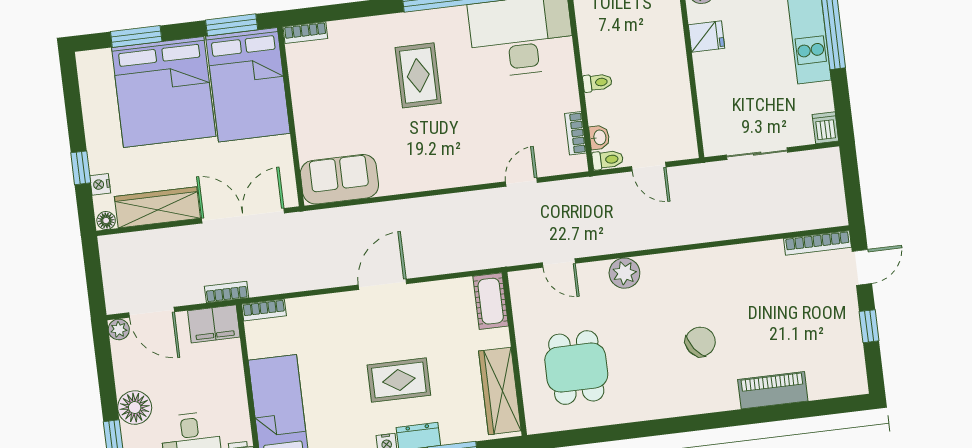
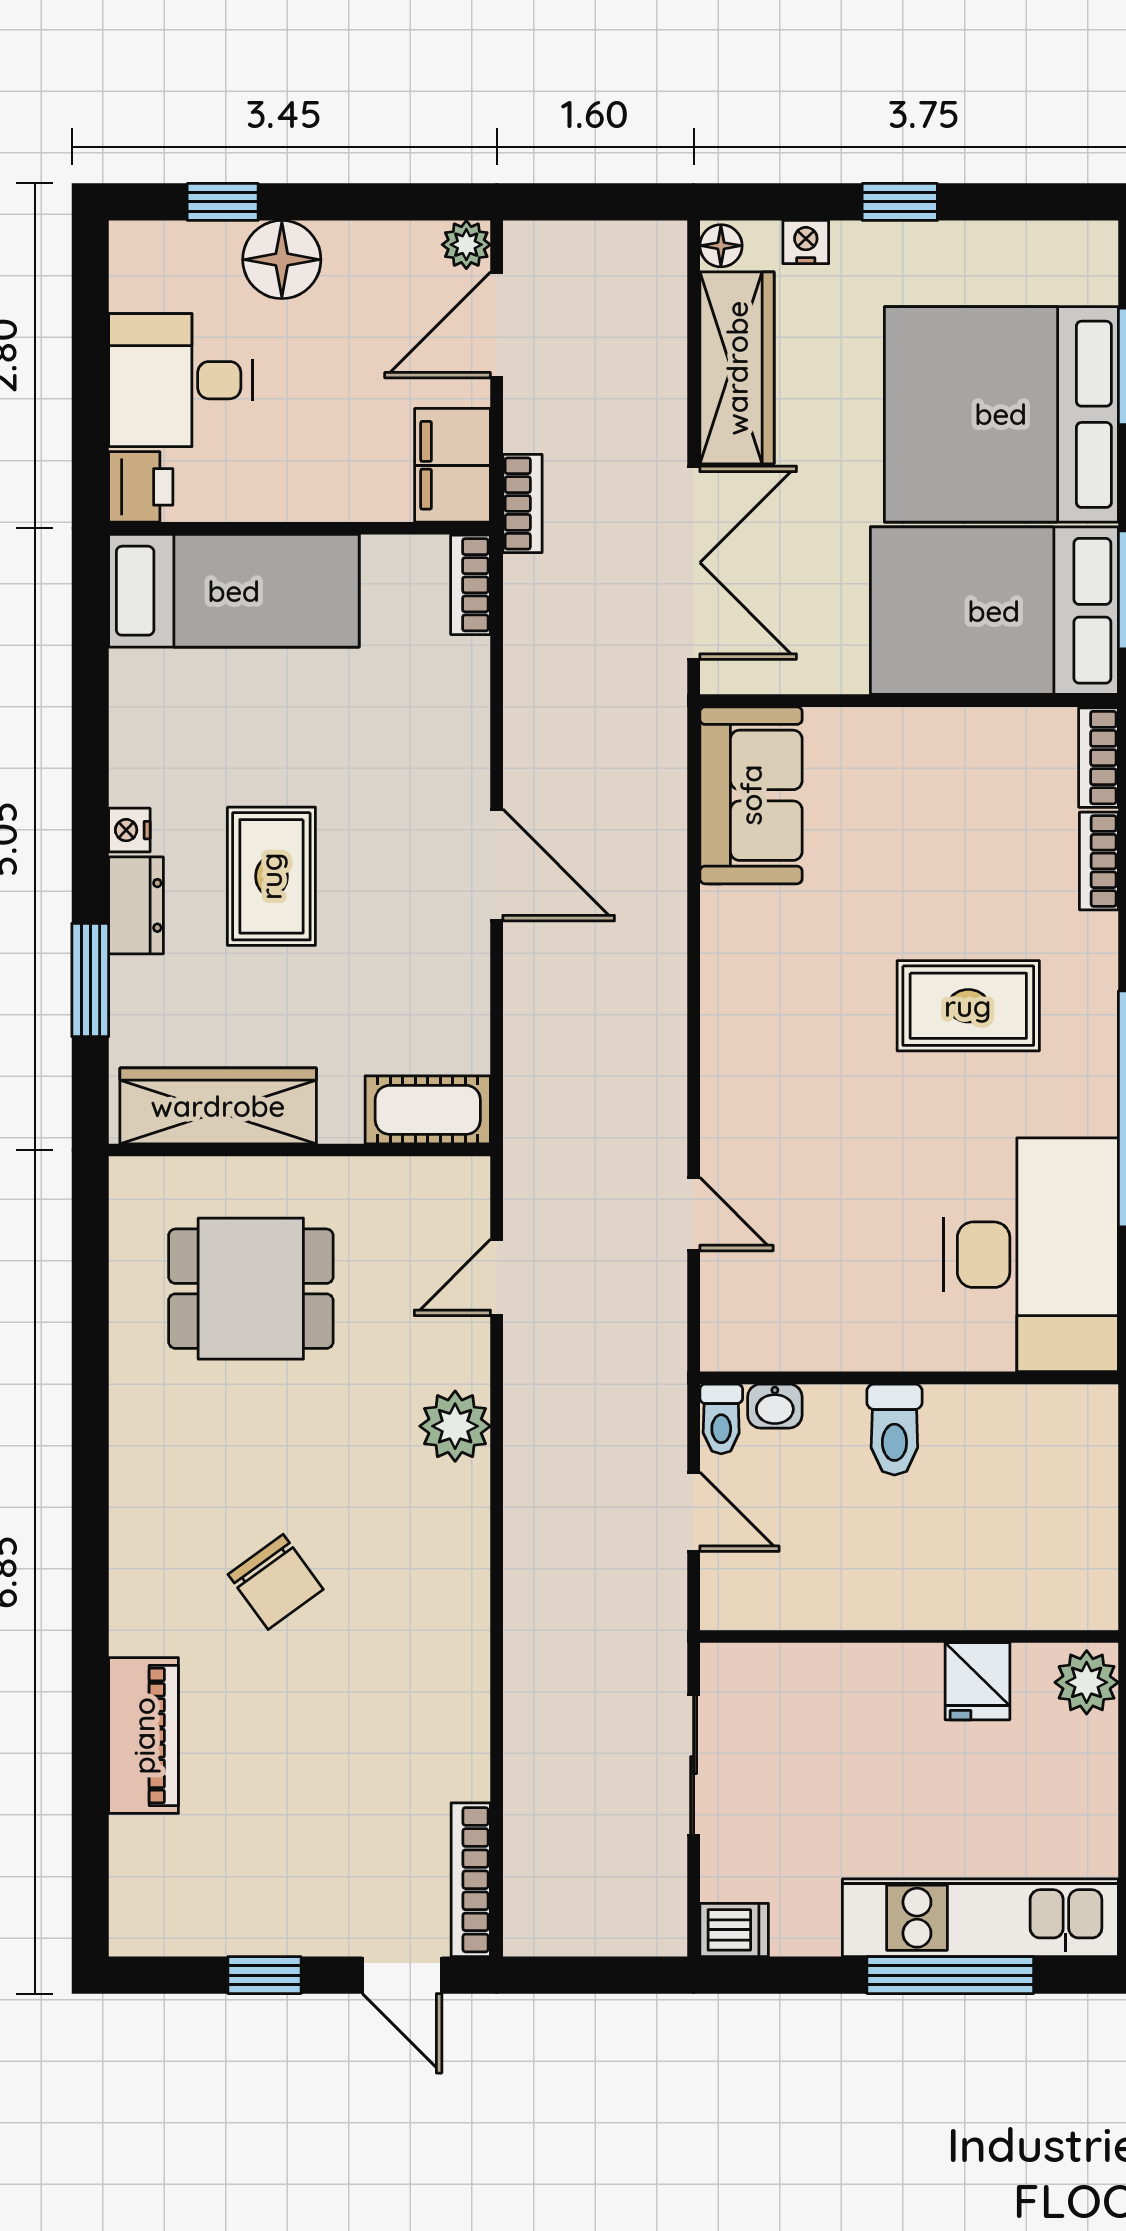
toilet: (597, 83) -> (894, 1430), width x1.37, depth x1.39
bookcase: (575, 133) -> (1099, 861), moved, turned -90
door: (649, 167) -> (694, 1512), swing flipped
window: (81, 168) -> (900, 202), moved

